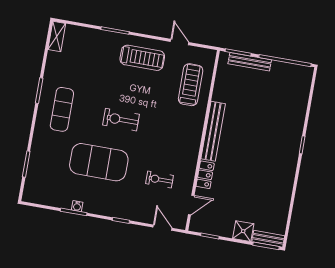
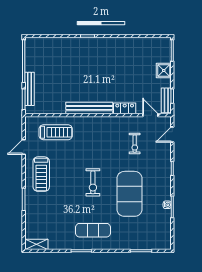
treadmill: (142, 58) -> (41, 174), turned 180
treadmill: (191, 85) -> (56, 132), turned 180
bench: (268, 239) -> (166, 100), moved

